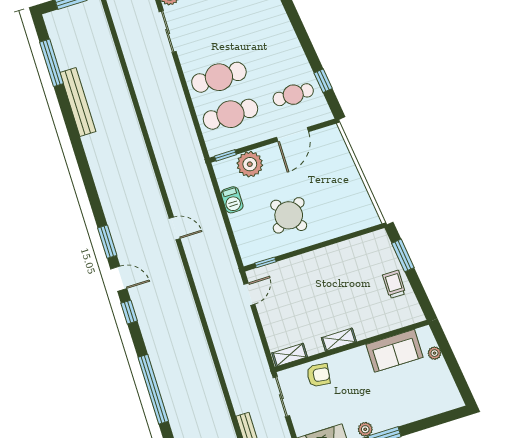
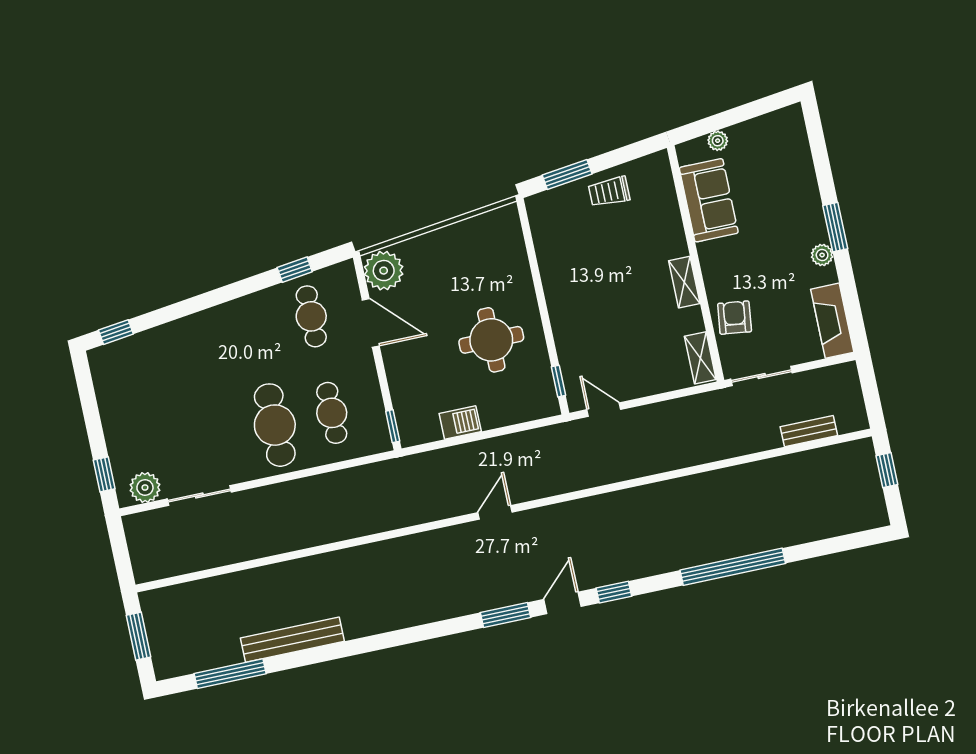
cafe table: (230, 114) -> (332, 413), width x0.73, depth x0.74
plant: (250, 164) -> (384, 271), moved
round table: (289, 215) -> (491, 340), turned 34

